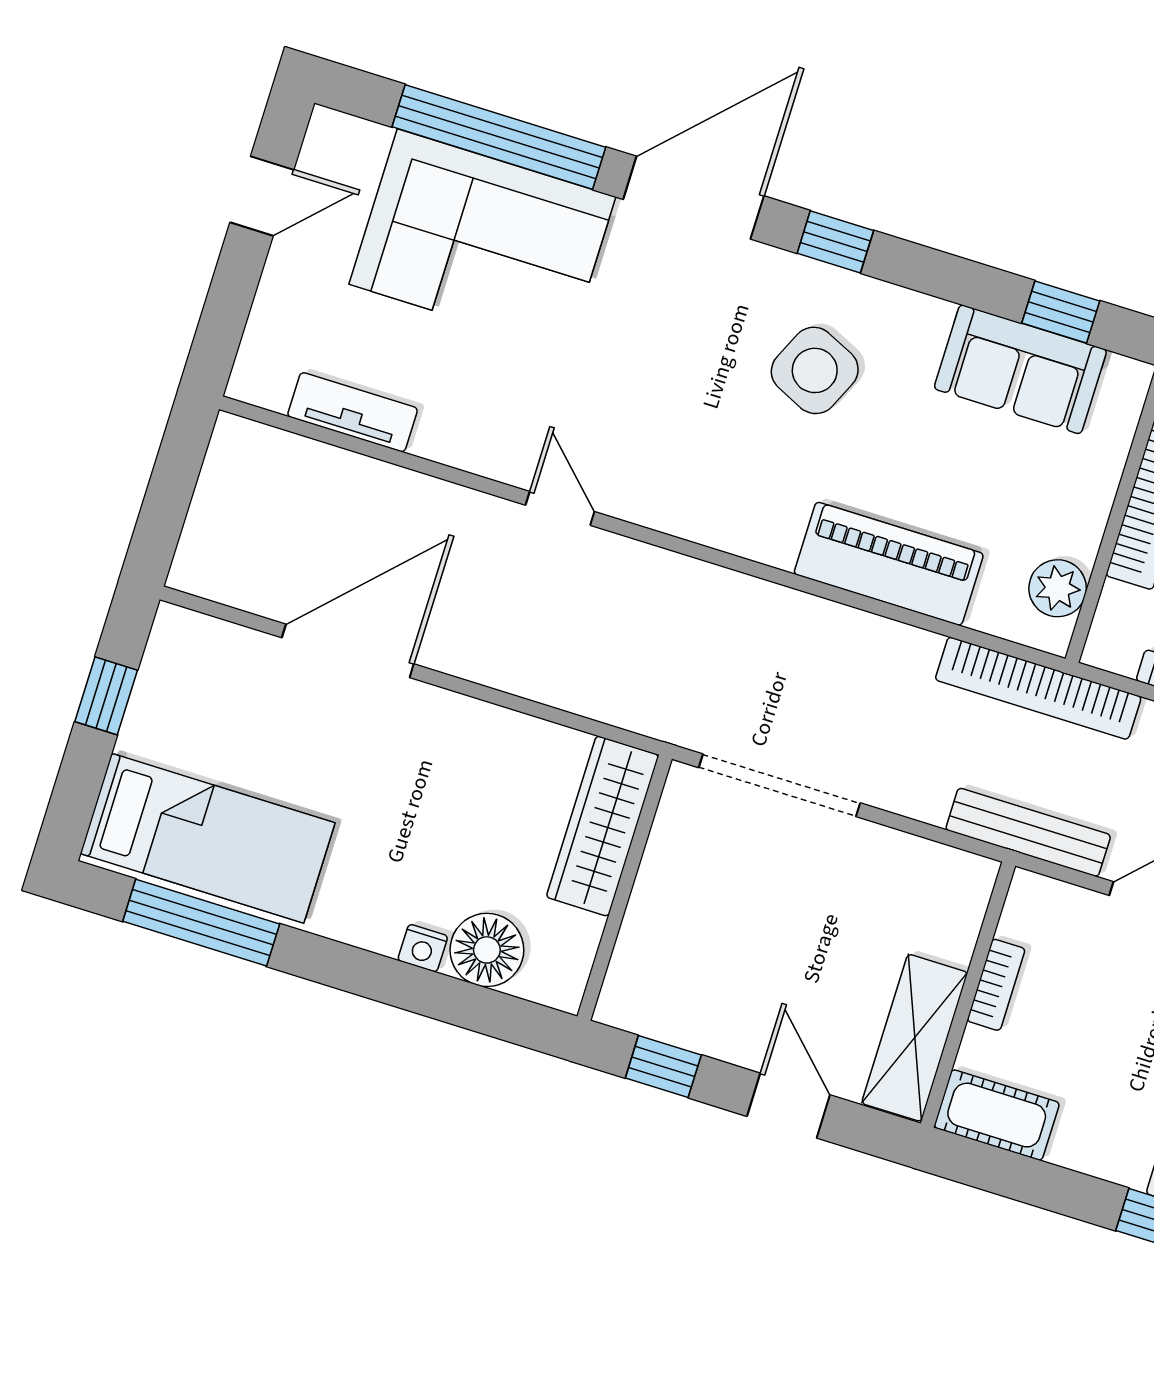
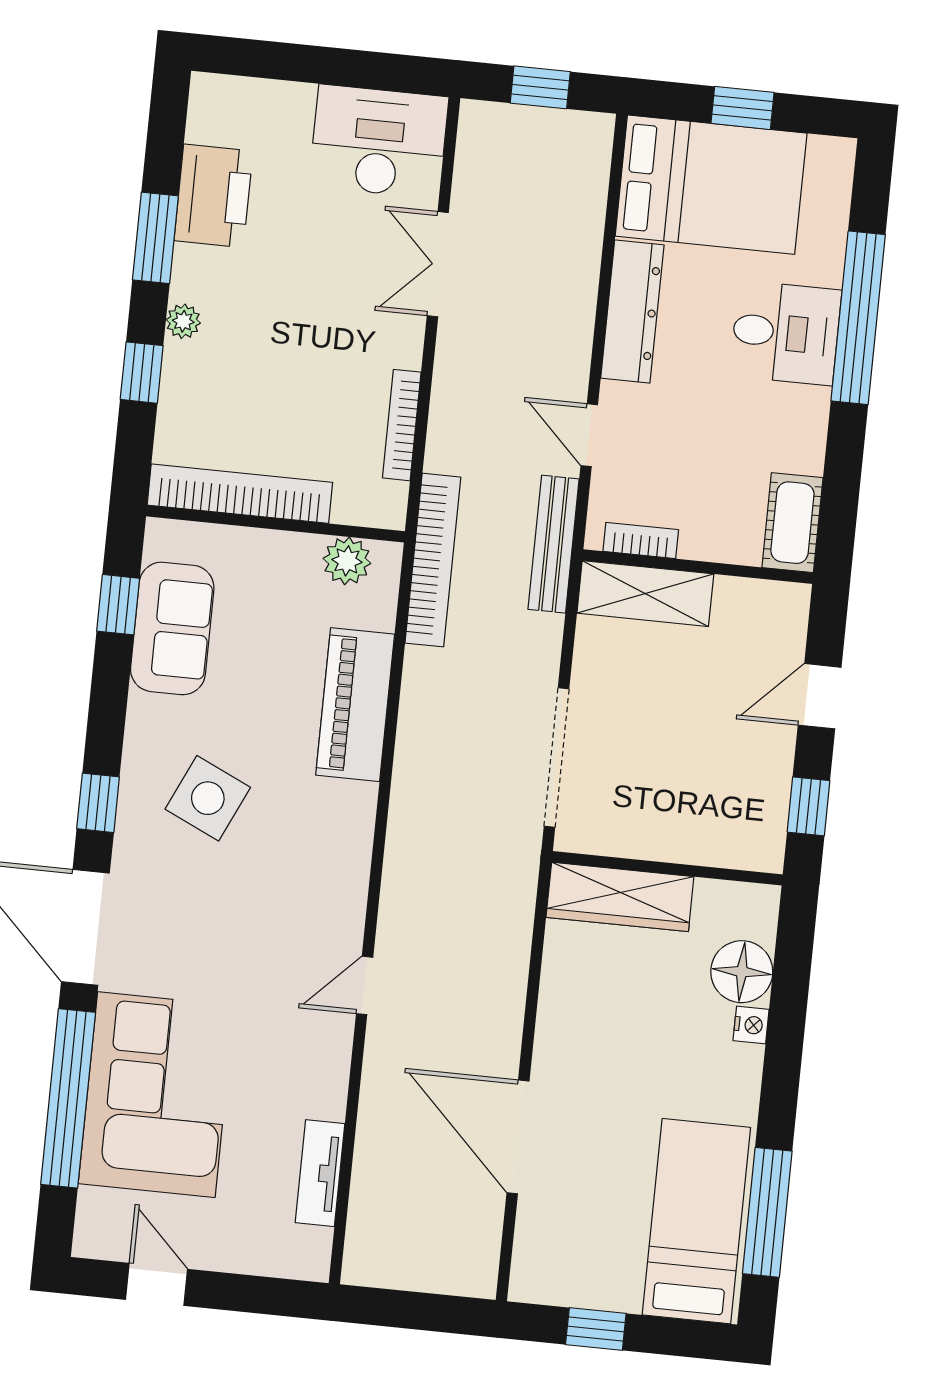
bookcase: (996, 985) -> (641, 540), moved
shelving: (915, 1038) -> (645, 594), moved

